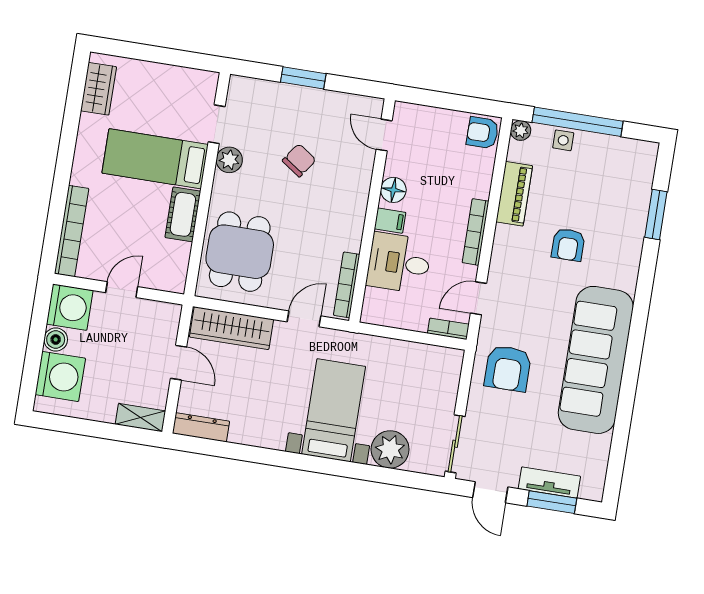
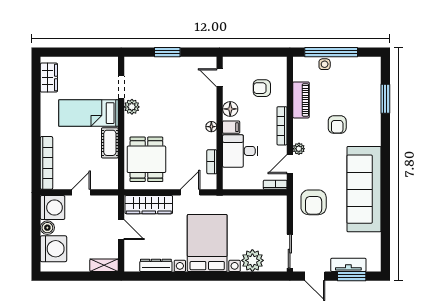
plant: (521, 130) -> (299, 149), moved
armchair: (483, 133) -> (262, 88), moved
chair: (299, 160) -> (173, 101), removed
floor lamp: (357, 214) -> (211, 127), added
bookcase: (347, 285) -> (212, 162), width x0.64
bed with nightstands: (334, 410) -> (207, 243), width x1.36
dresser: (201, 427) -> (156, 265), moved

